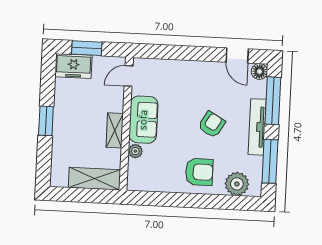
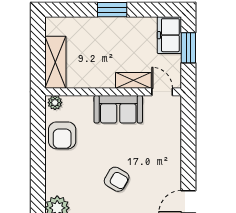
shelving: (115, 130) -> (133, 80), moved
plant: (135, 151) -> (55, 103), moved
armchair: (199, 172) -> (62, 135), moved

